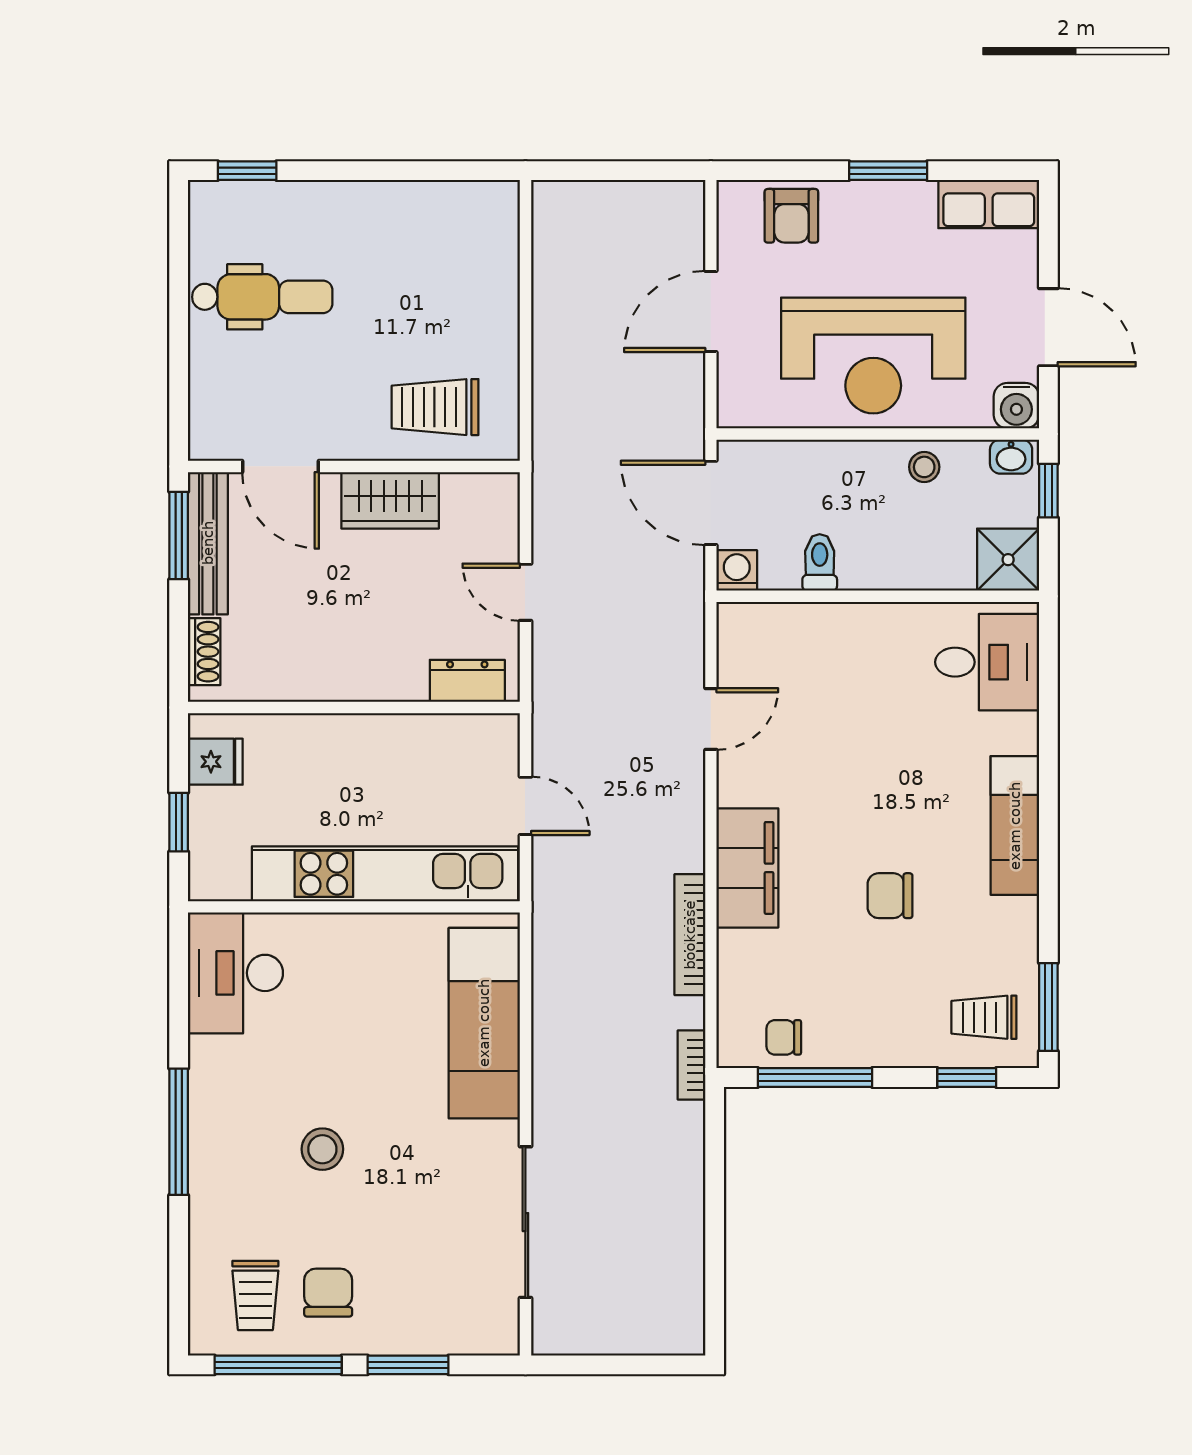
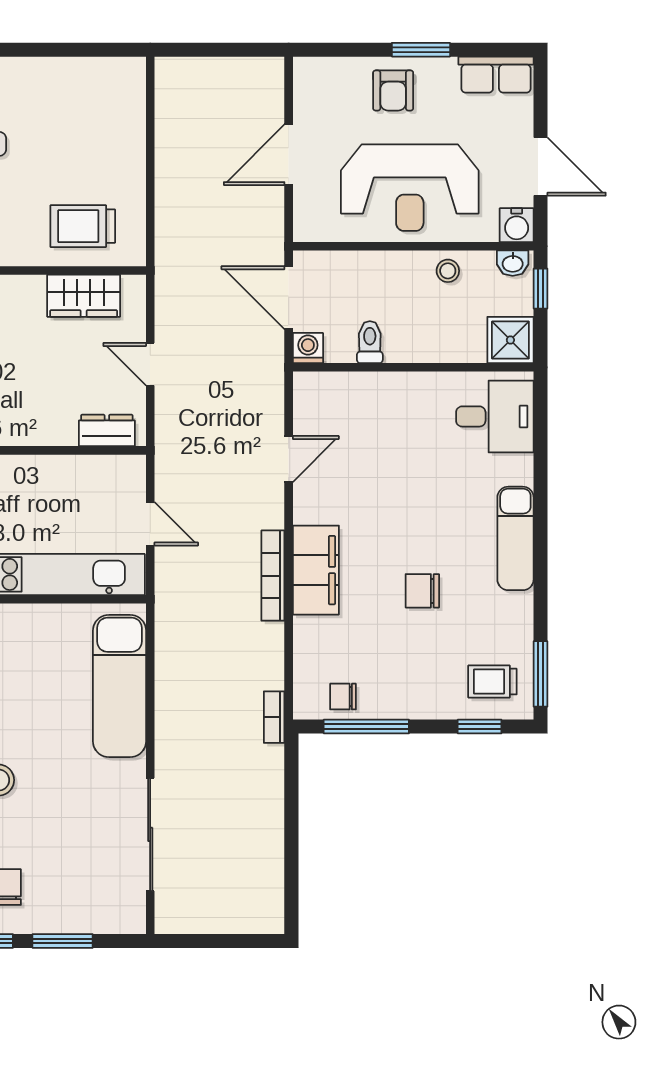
armchair: (791, 216) -> (393, 90), moved
wardrobe: (390, 500) -> (84, 296), moved
bookcase: (690, 935) -> (273, 576), moved

